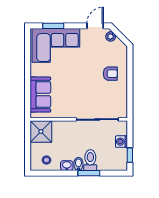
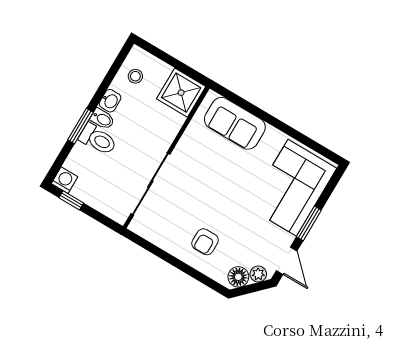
window: (53, 26) -> (309, 223), moved
floor lamp: (118, 46) -> (238, 277), added
washing machine: (121, 142) -> (65, 180), moved

